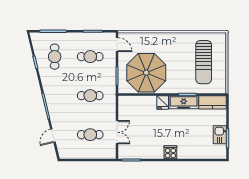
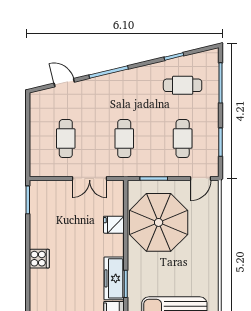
fridge: (163, 102) -> (114, 225), moved
double door: (117, 132) -> (90, 179), moved

